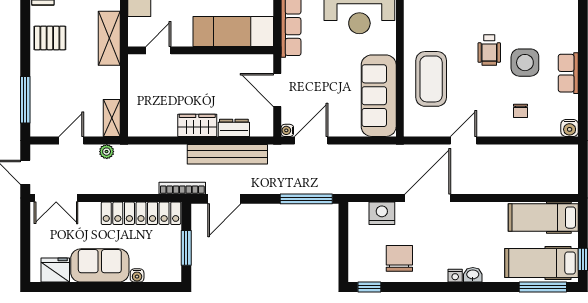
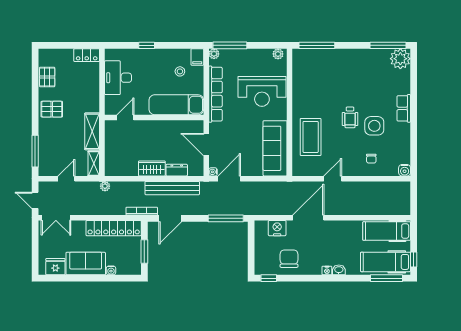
shelving: (109, 38) -> (92, 131), moved
row of seats: (568, 73) -> (404, 108), moved
plant: (107, 152) -> (105, 186), moved

